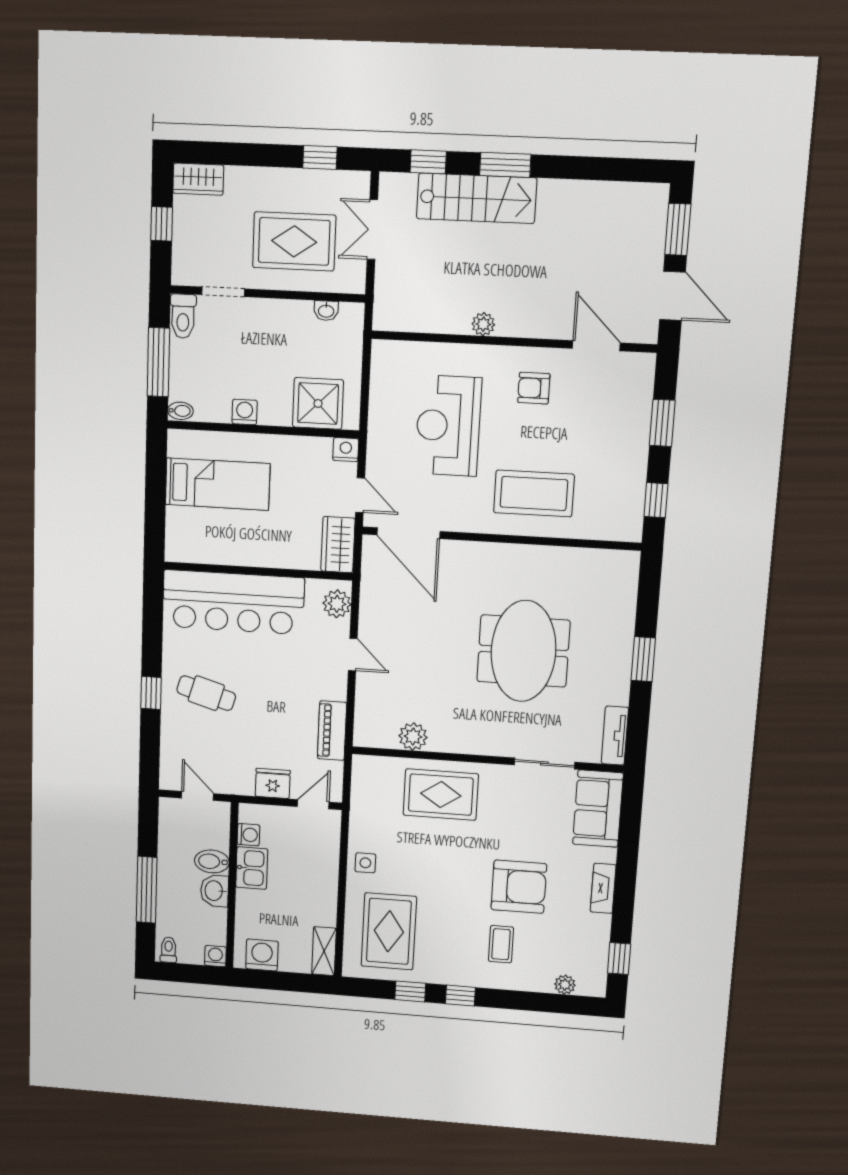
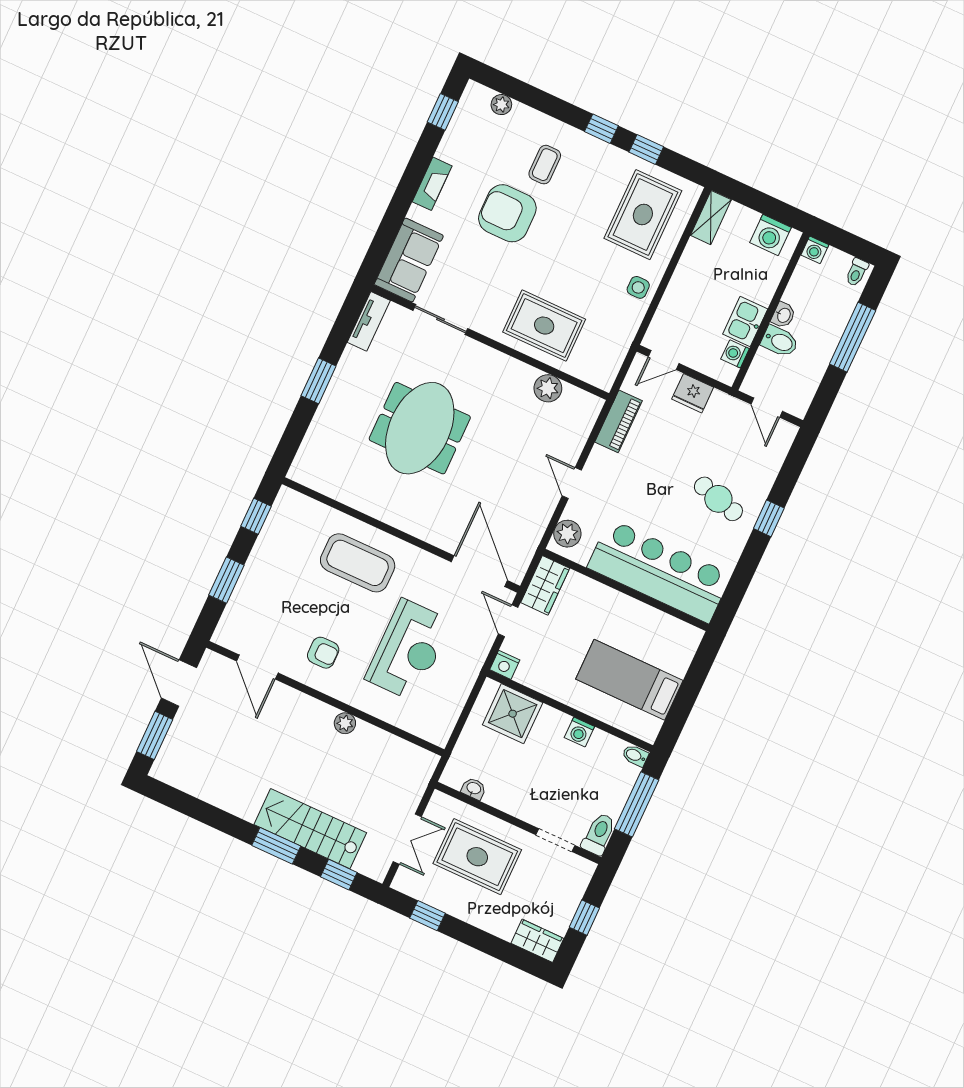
washbasin: (214, 891) -> (783, 315), width x0.72, depth x0.69

